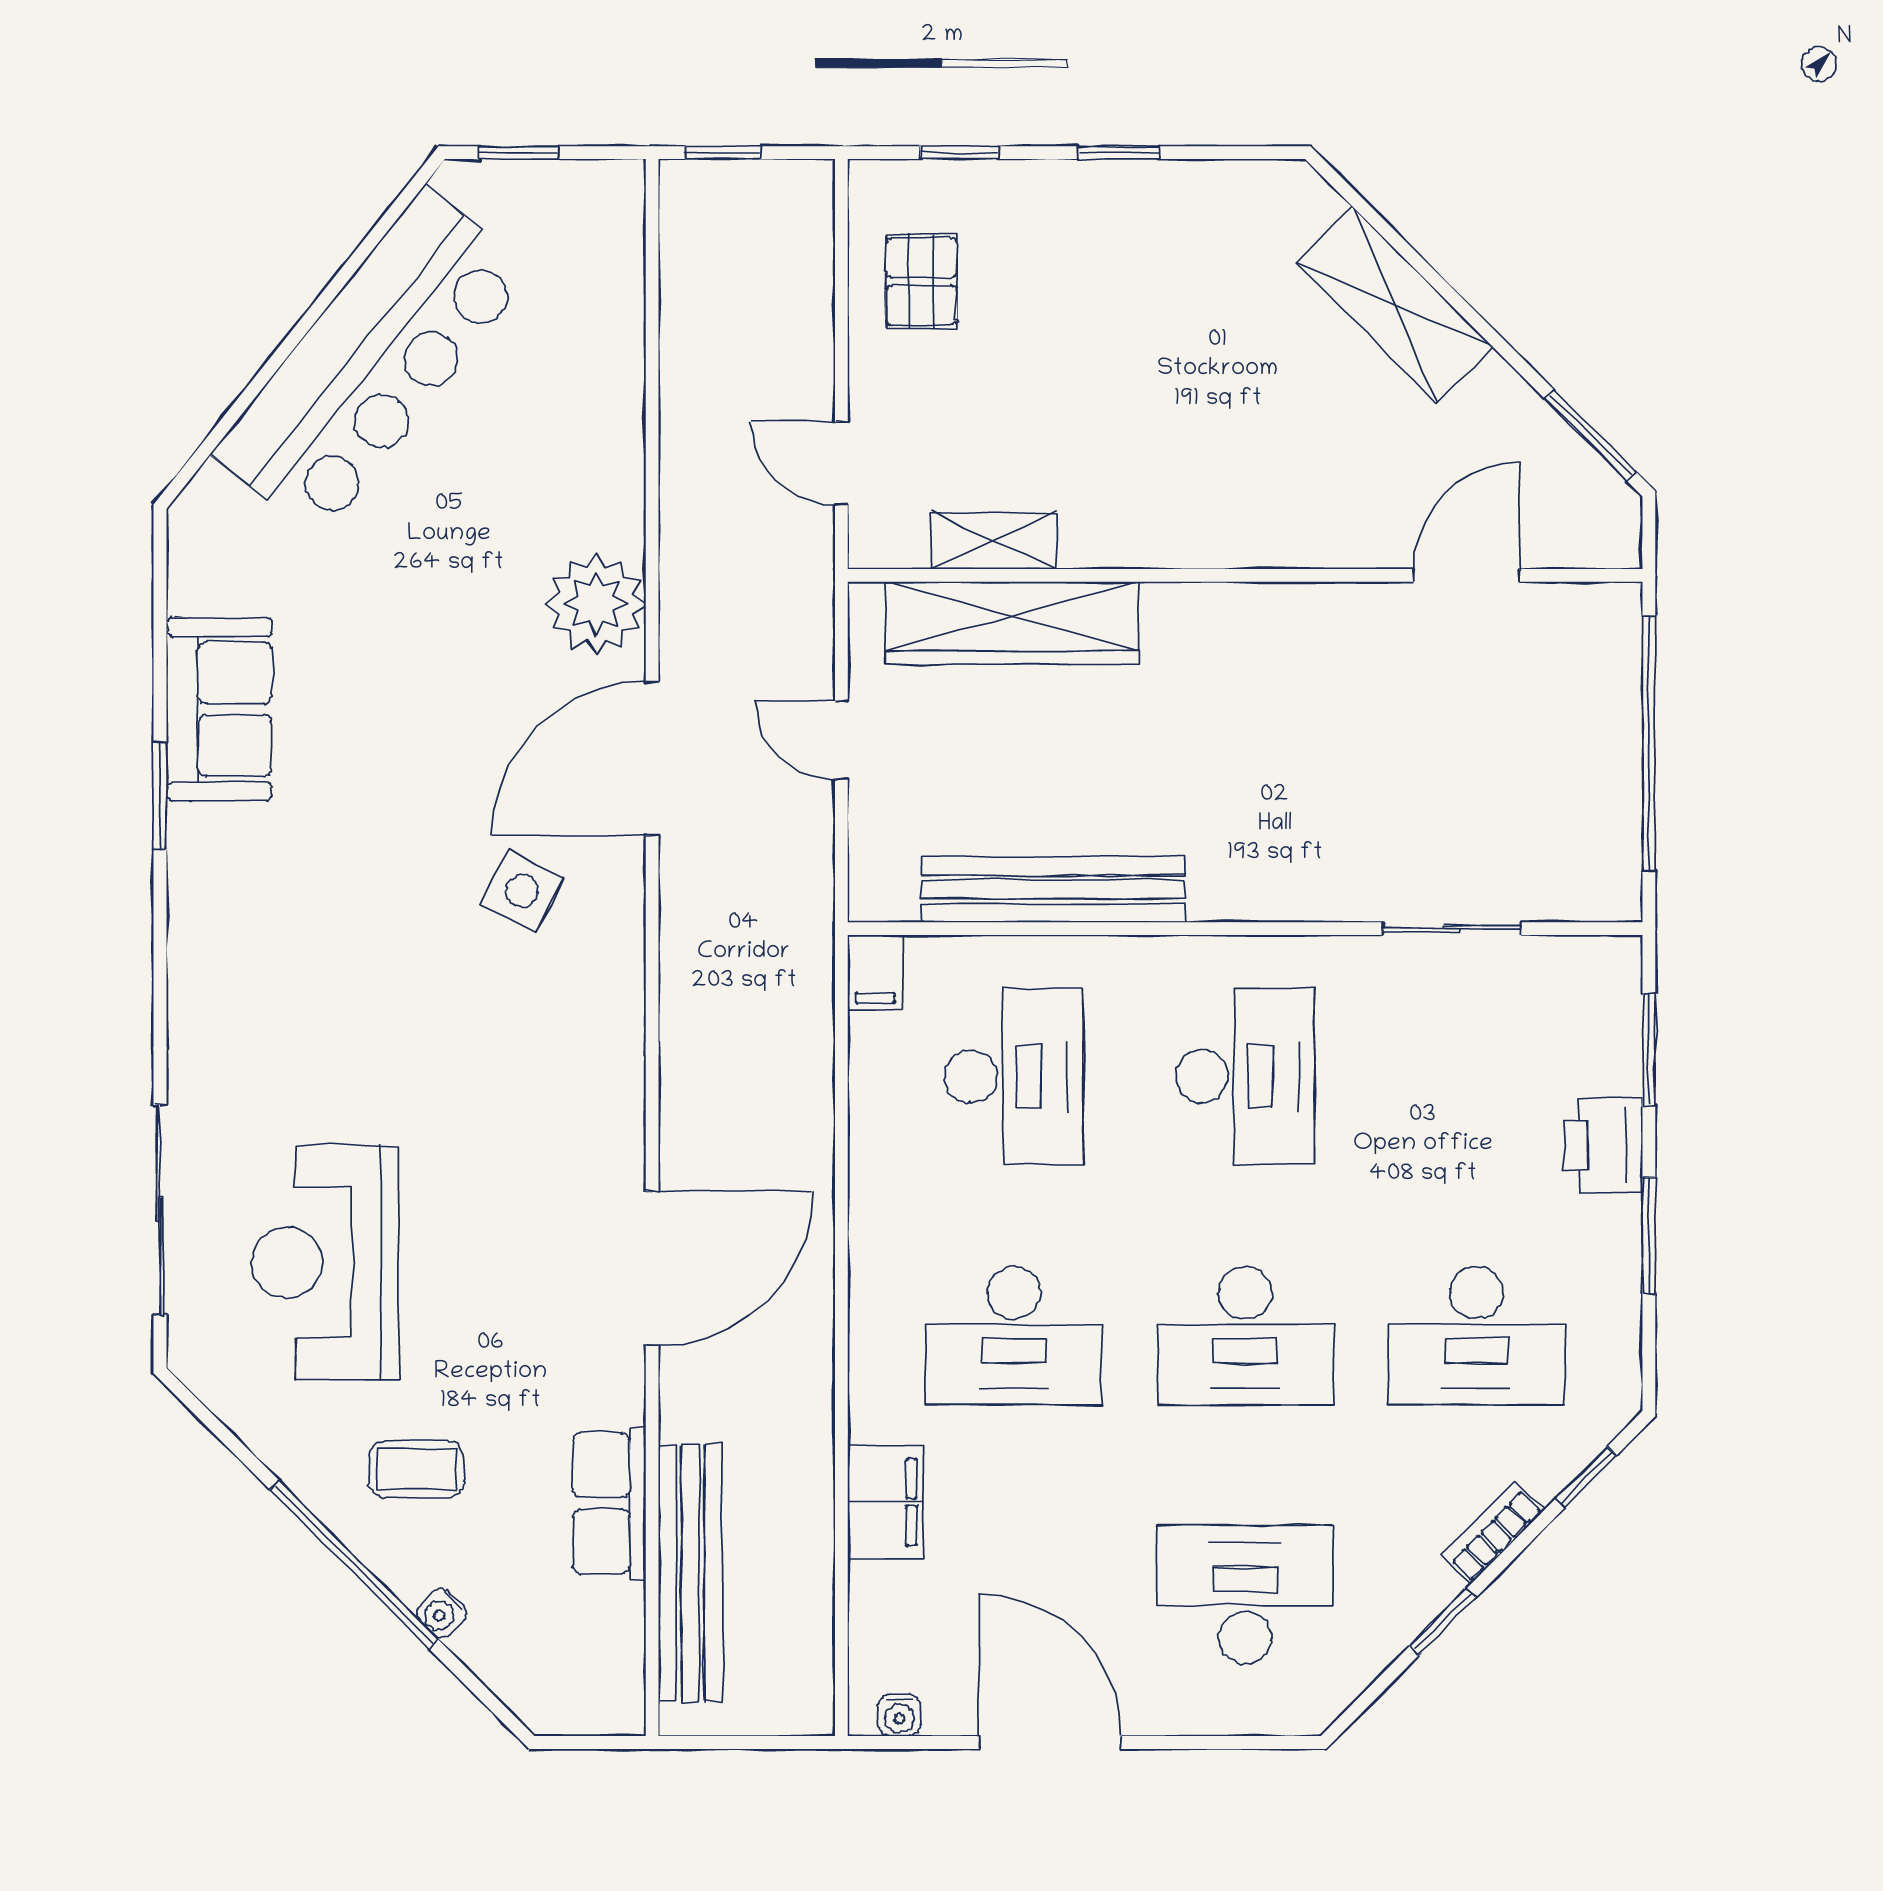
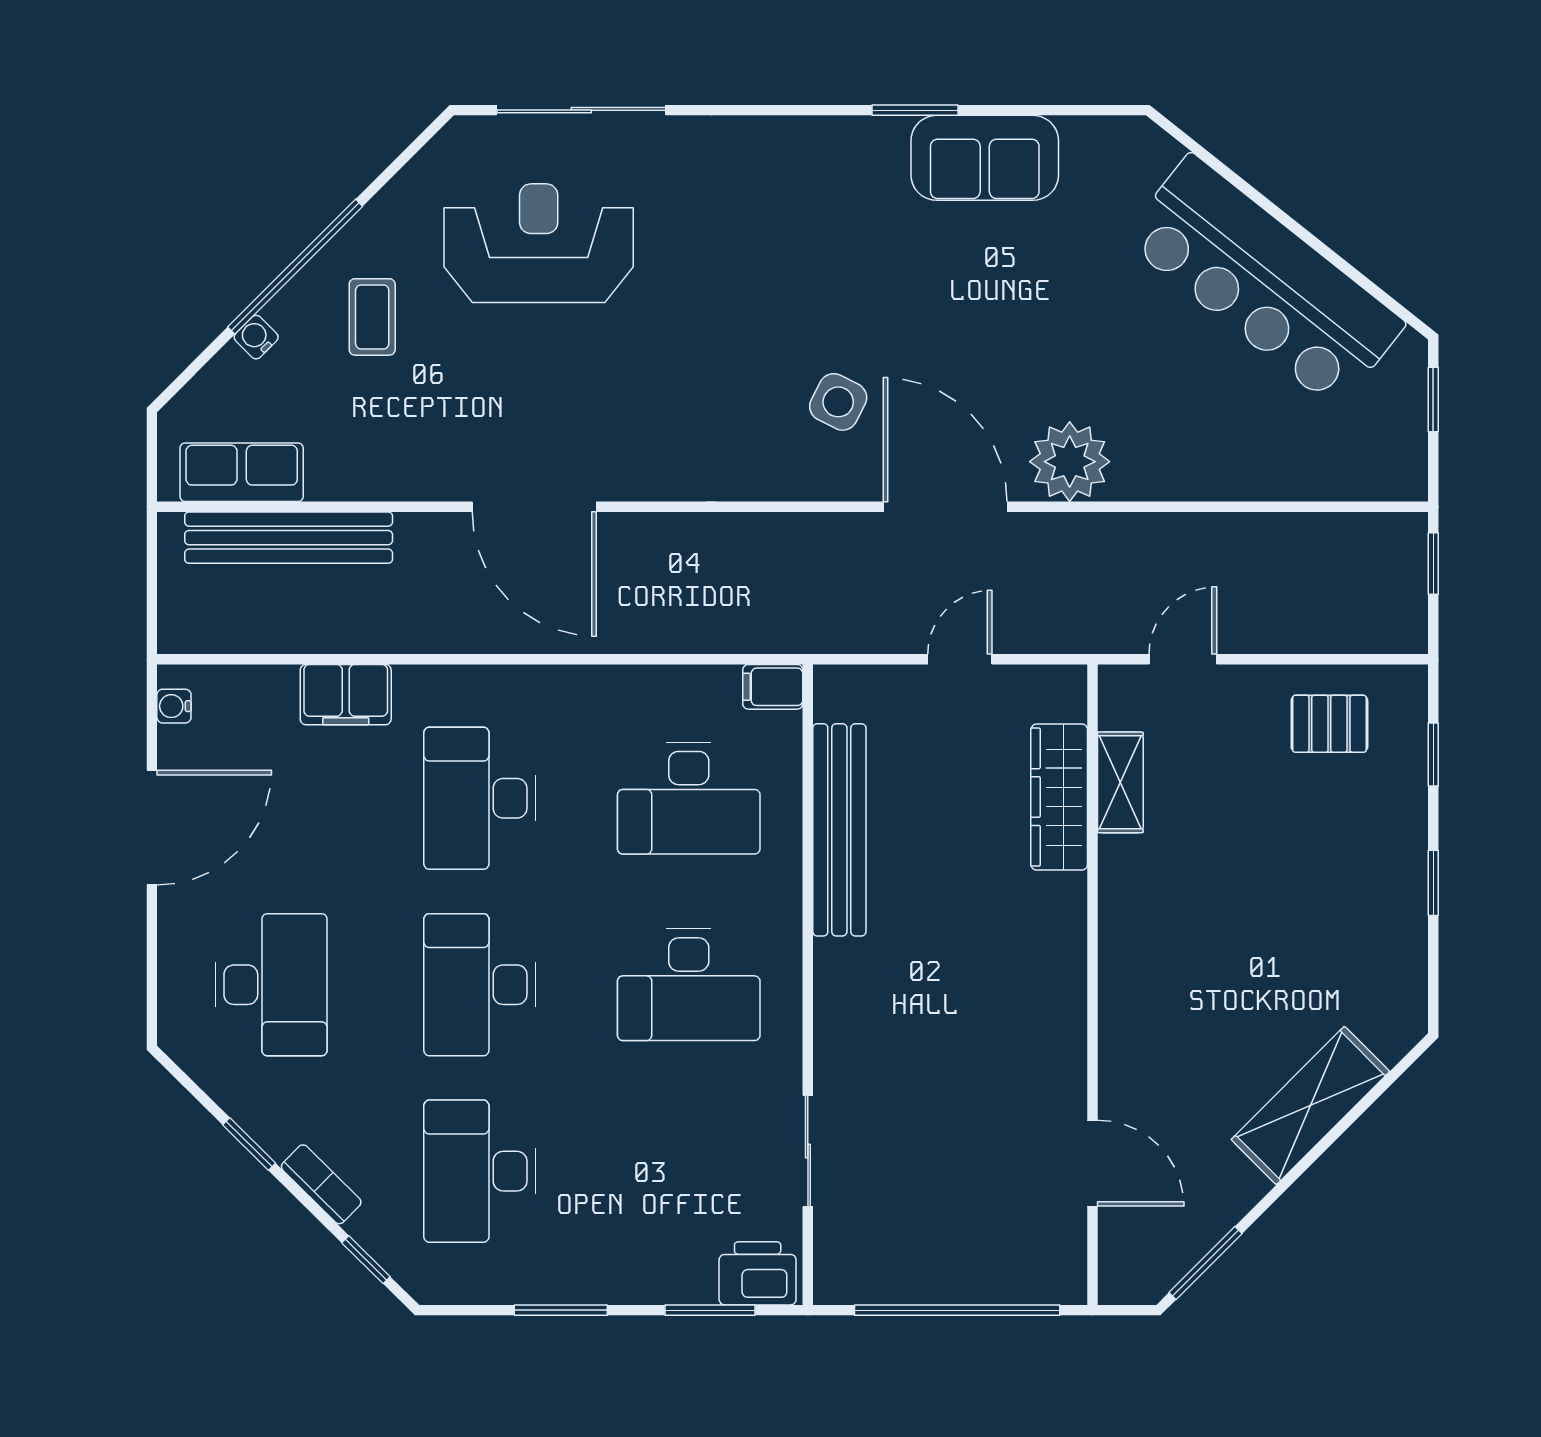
wardrobe: (1012, 623) -> (1059, 797), width x0.71, depth x0.85
printer: (1603, 1145) -> (758, 1273), moved
row of seats: (609, 1503) -> (242, 472), moved

